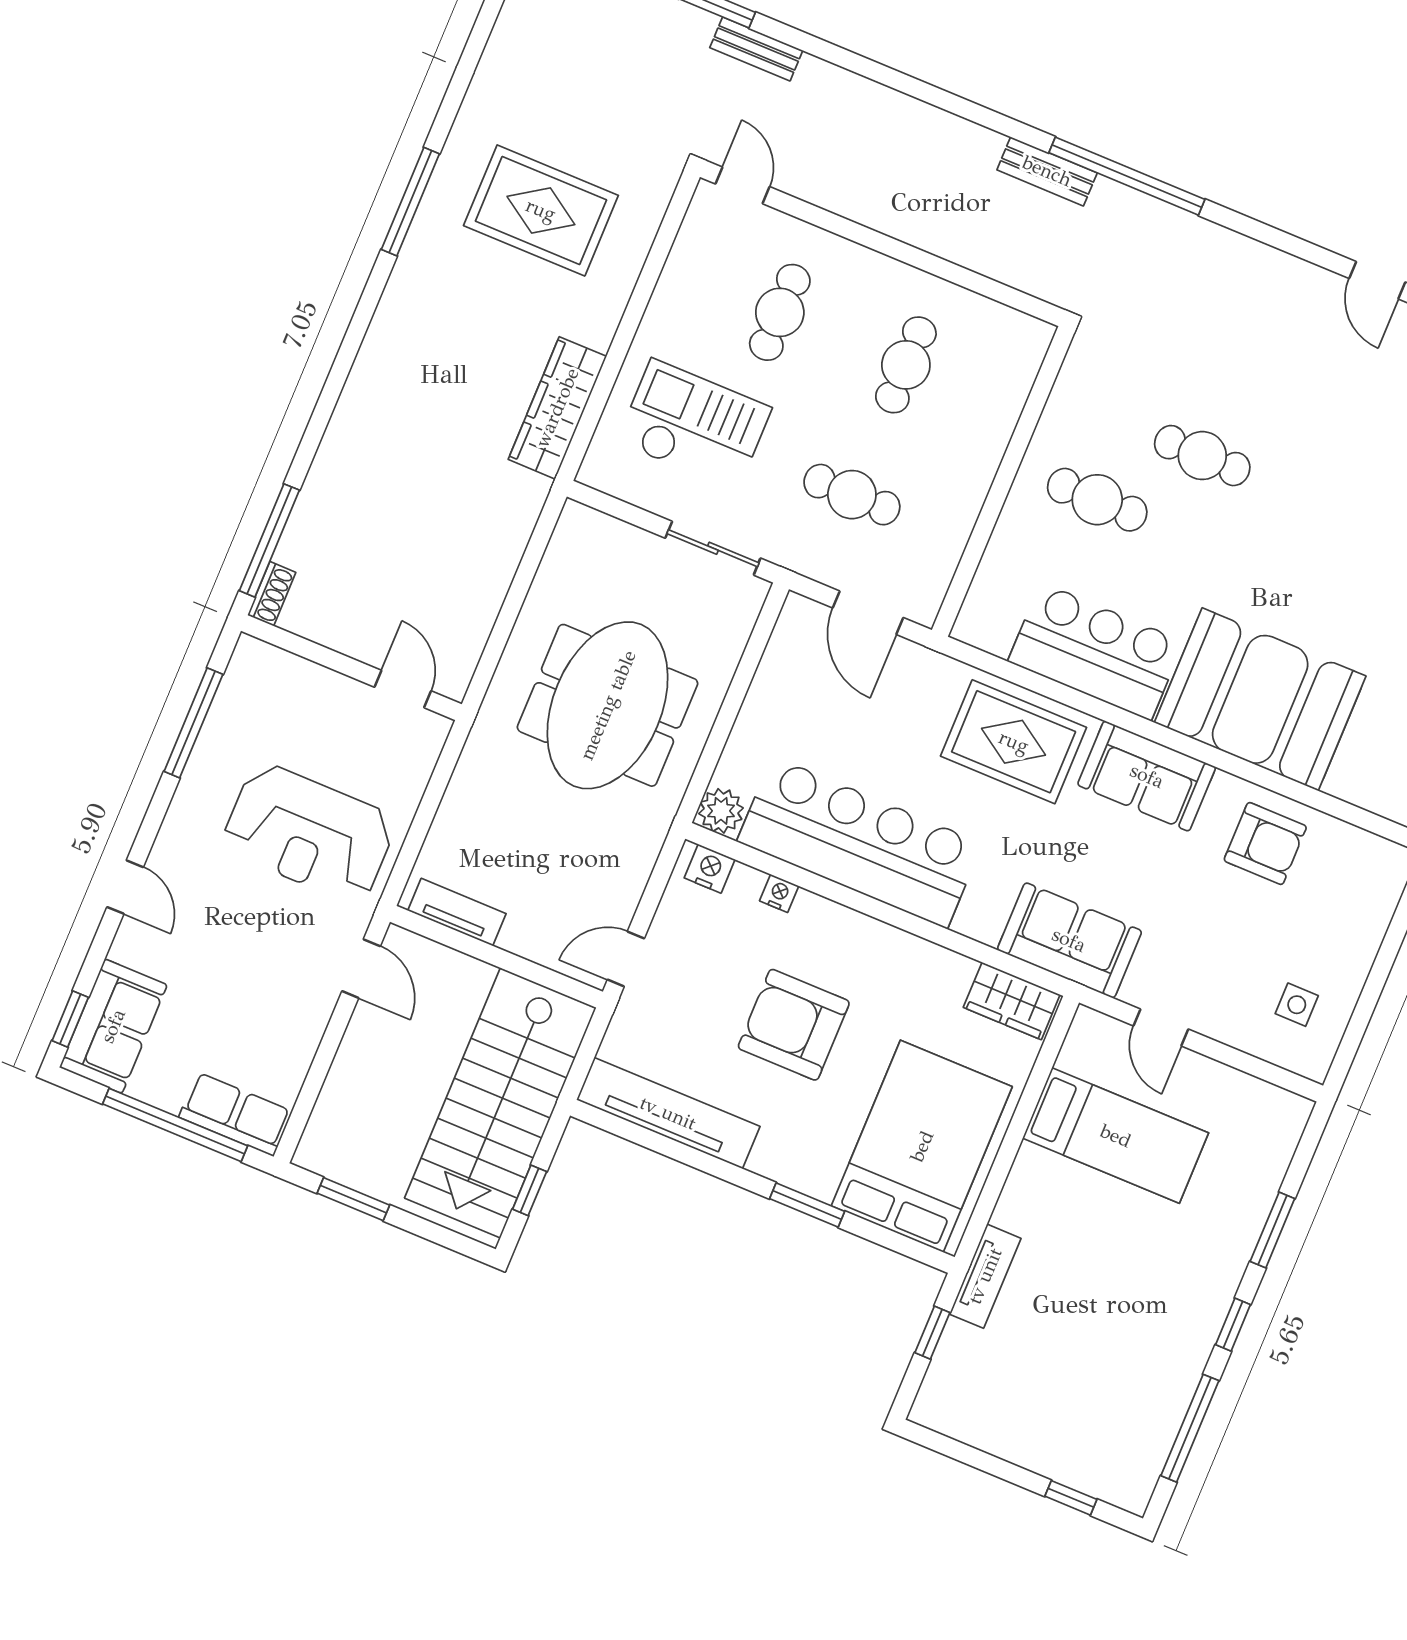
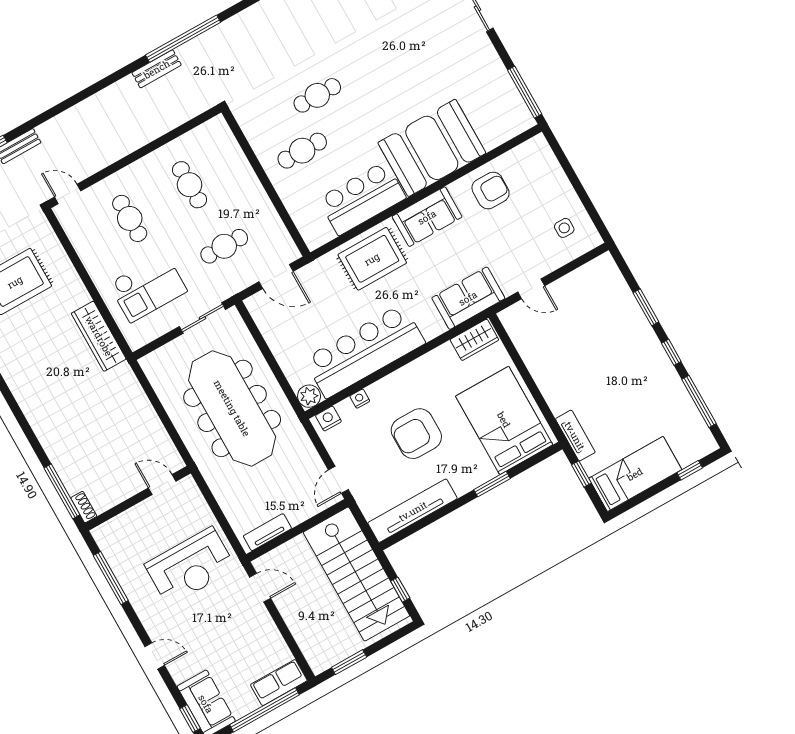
checkout: (694, 425) -> (148, 287), turned 180
meeting table: (608, 705) -> (232, 408), width x1.36
bed: (1116, 1136) -> (635, 474), moved

